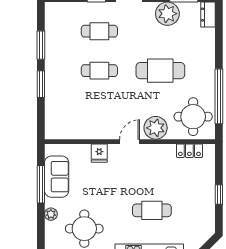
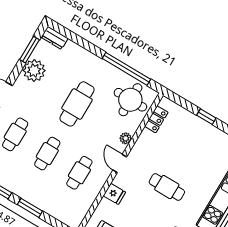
cafe table: (99, 110) -> (79, 173), added
plant: (156, 128) -> (126, 138), width x0.53, depth x0.53
cafe table: (152, 210) -> (167, 187), moved, turned 90

